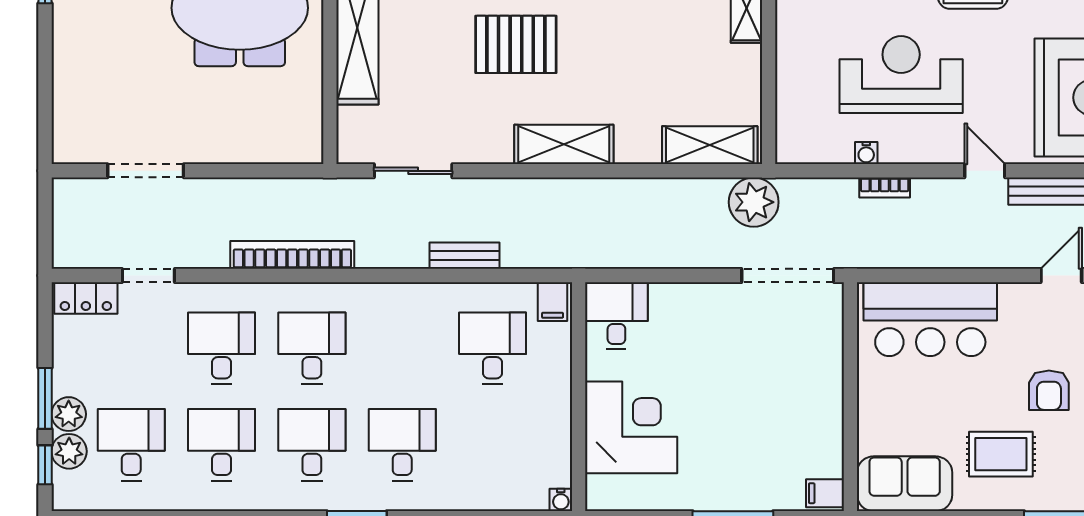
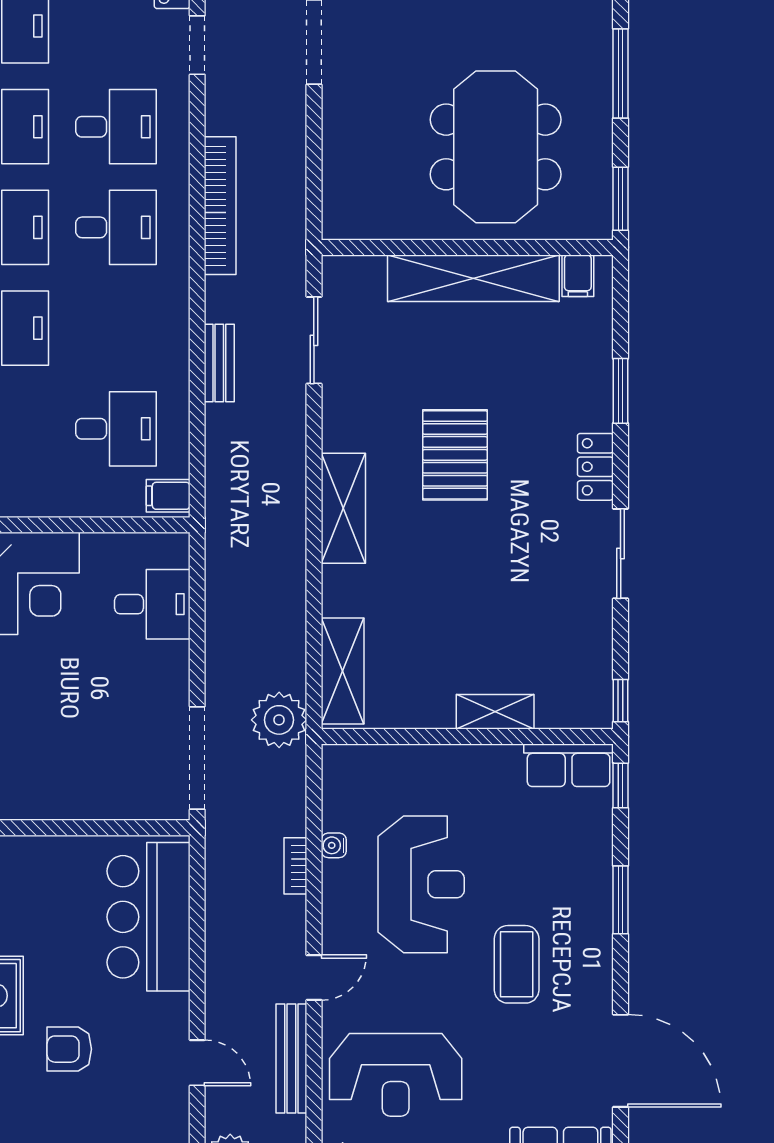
bench: (464, 256) -> (219, 363), moved
desk: (616, 316) -> (152, 604), moved

